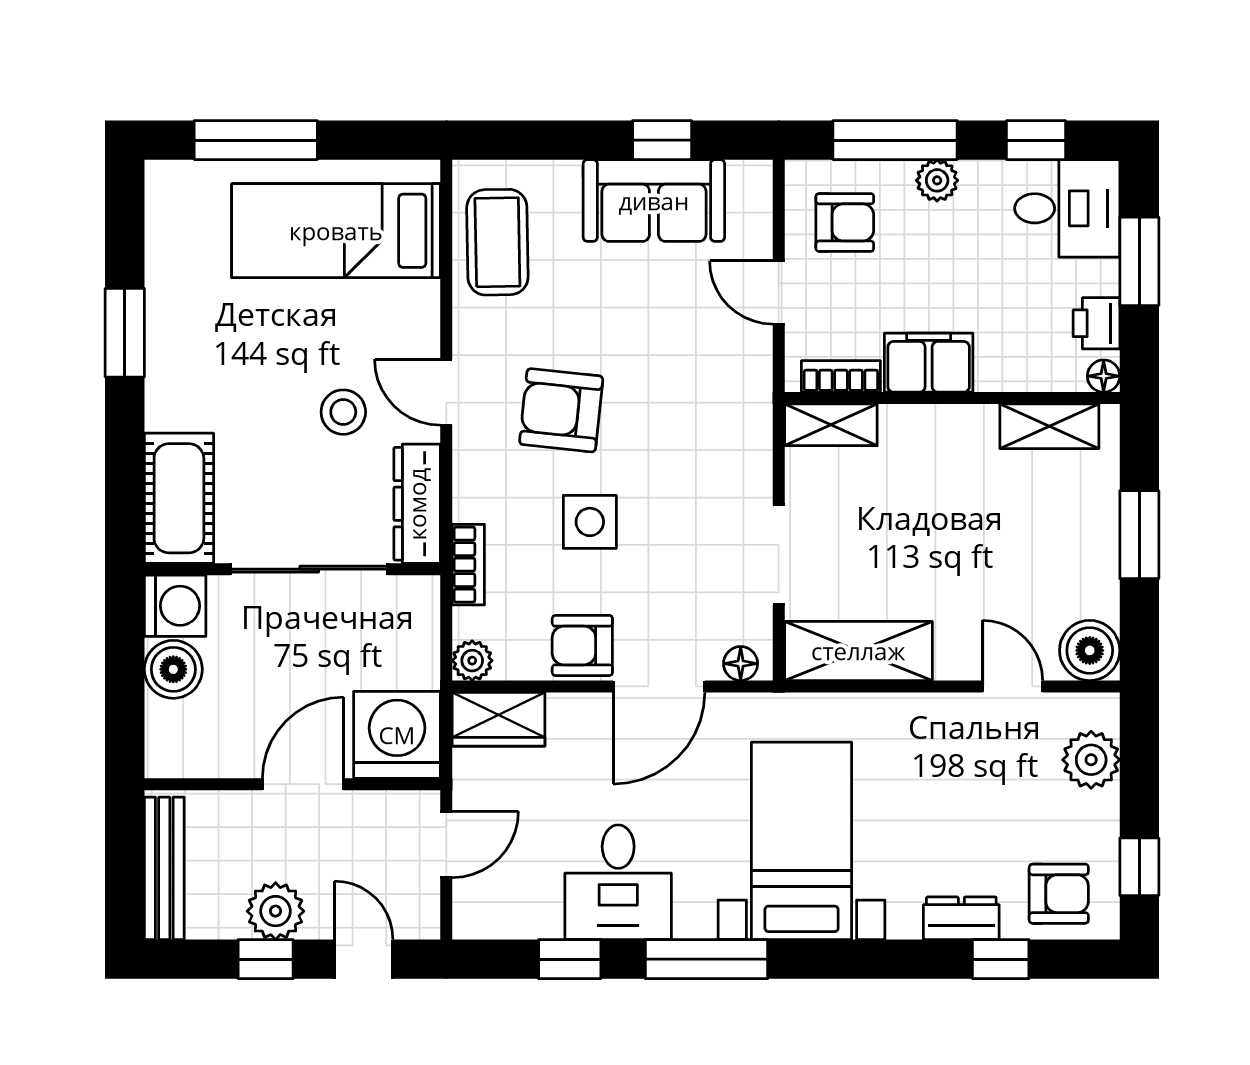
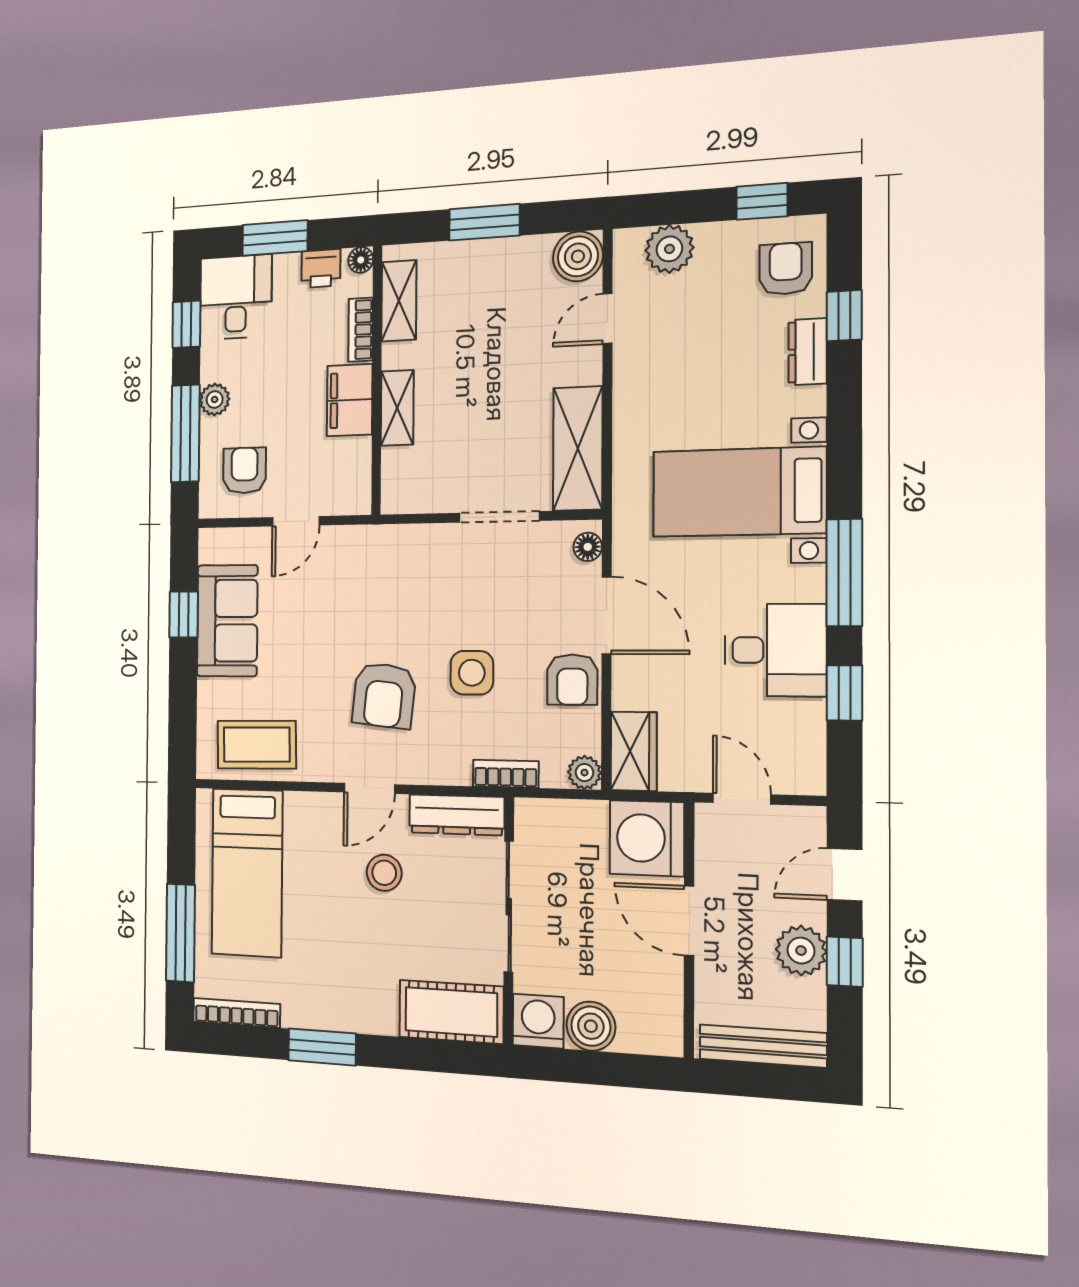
bookcase: (159, 218) -> (237, 1013), added
bookcase: (841, 376) -> (361, 330), moved
shelving: (831, 425) -> (397, 408), moved

